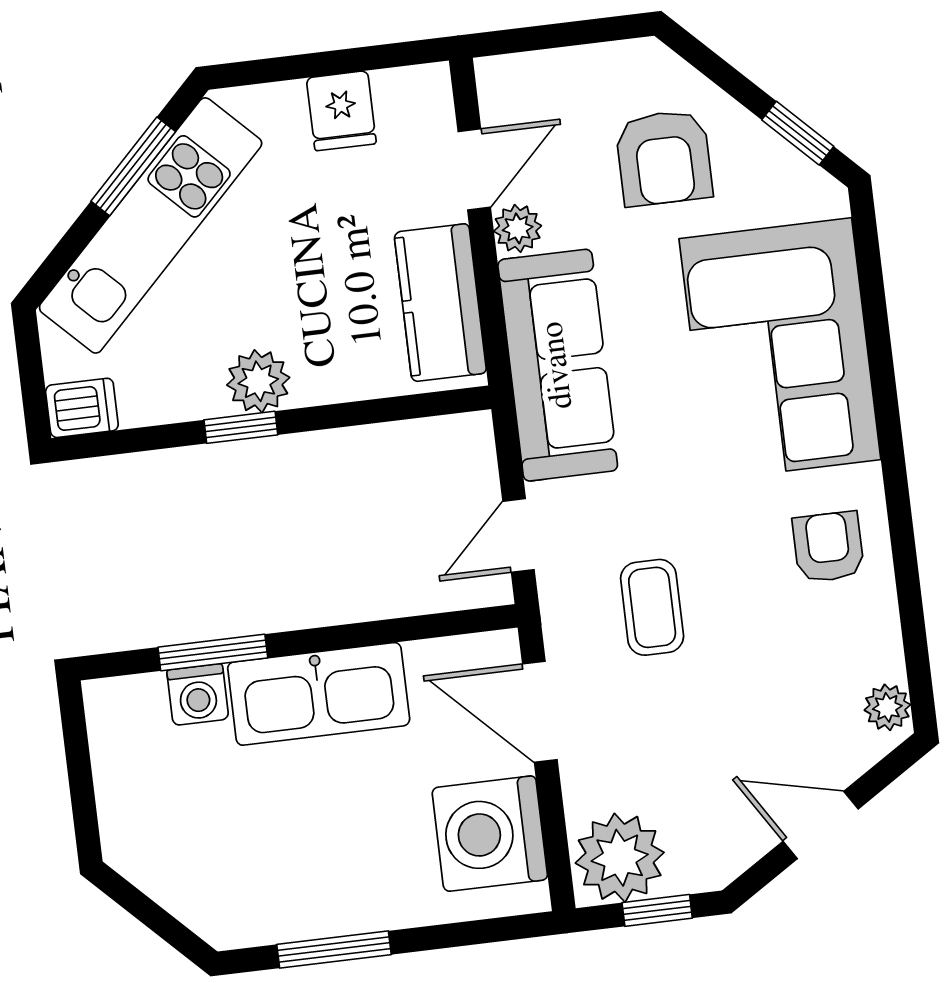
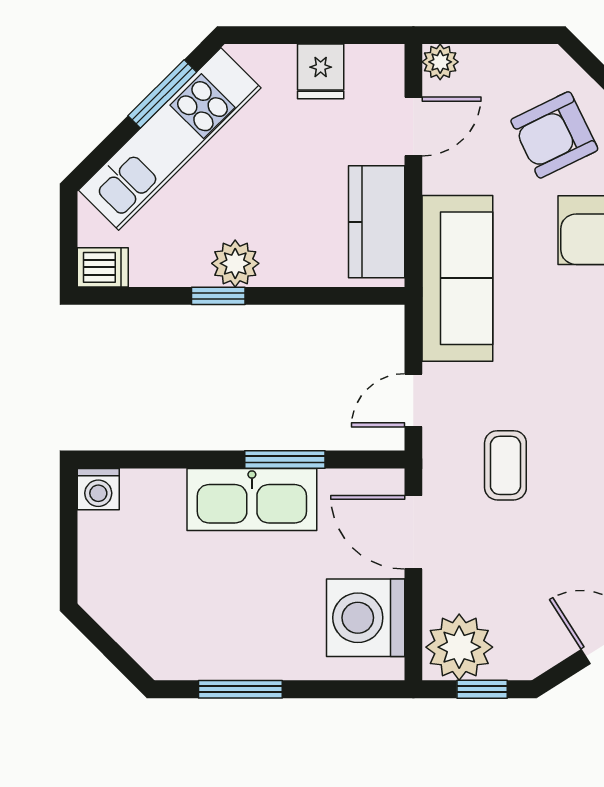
armchair: (664, 158) -> (554, 135), turned 64
plant: (518, 228) -> (440, 62), moved
window: (213, 652) -> (285, 459), moved
washing machine: (198, 695) -> (98, 489), moved

